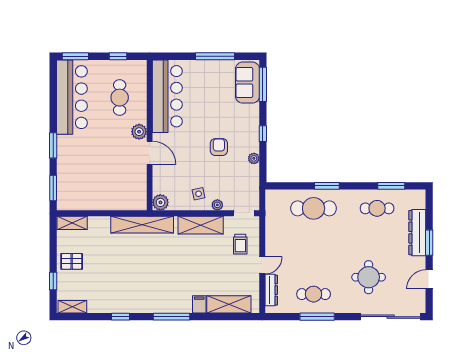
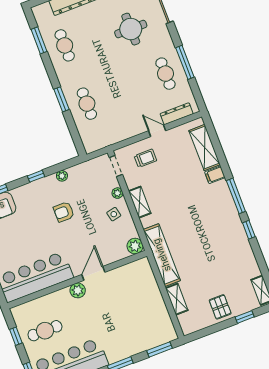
cafe table: (120, 98) -> (45, 331), moved
cafe table: (314, 208) -> (87, 104), width x0.73, depth x0.74
shelving: (72, 223) -> (177, 299), moved
shelving: (201, 225) -> (140, 202), width x0.67, depth x0.75
window: (121, 317) -> (249, 230), moved

